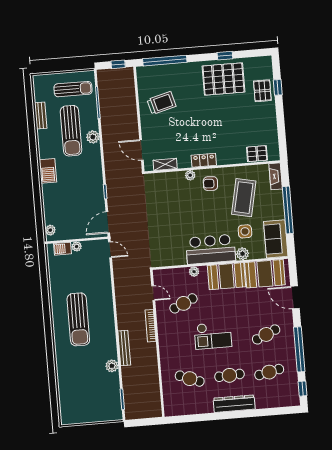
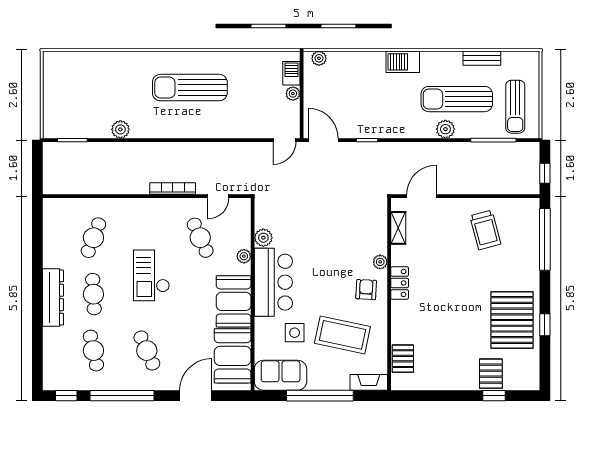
pallet: (262, 91) -> (491, 374), turned 90
plant: (243, 254) -> (263, 238), moved
bench: (124, 348) -> (144, 149), removed

